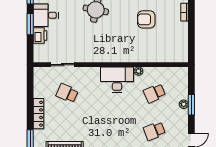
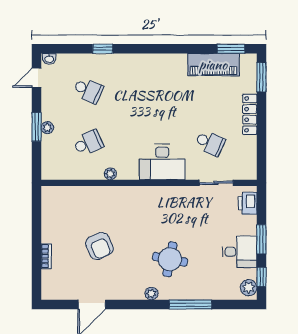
armchair: (146, 19) -> (99, 246), turned 66
printer: (40, 35) -> (248, 203), moved
desk: (117, 80) -> (162, 162), moved
school desk: (154, 131) -> (88, 90), turned 45

